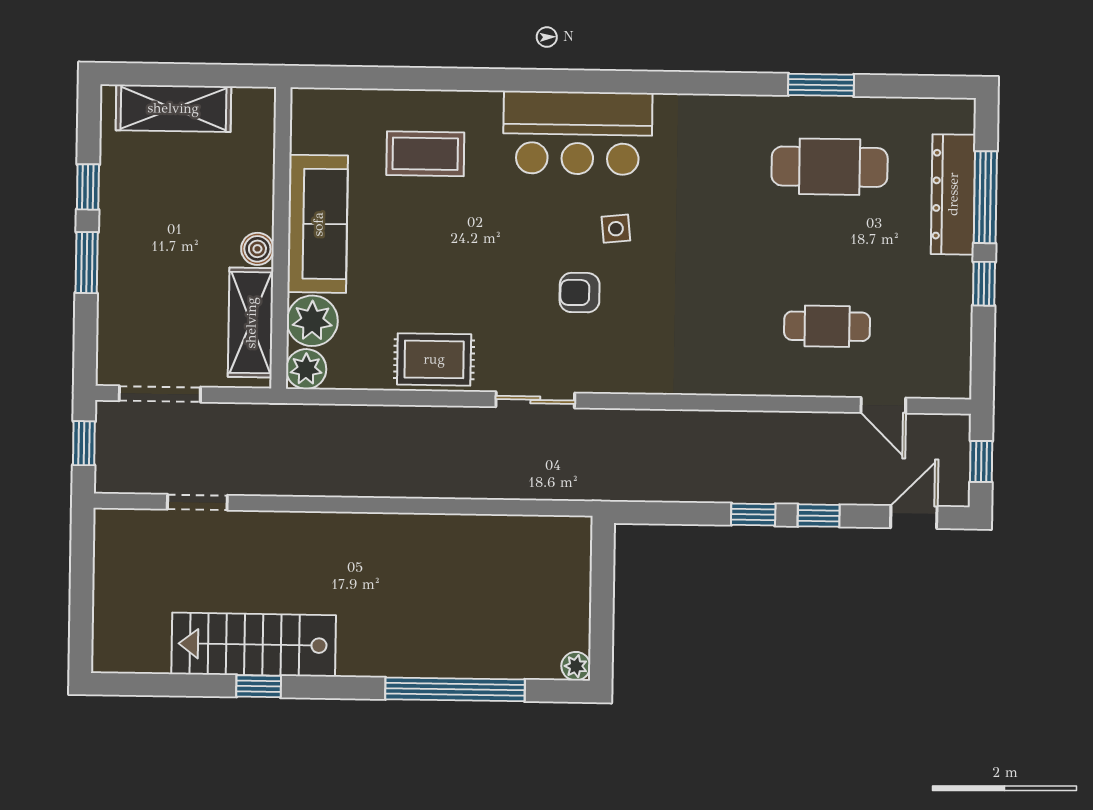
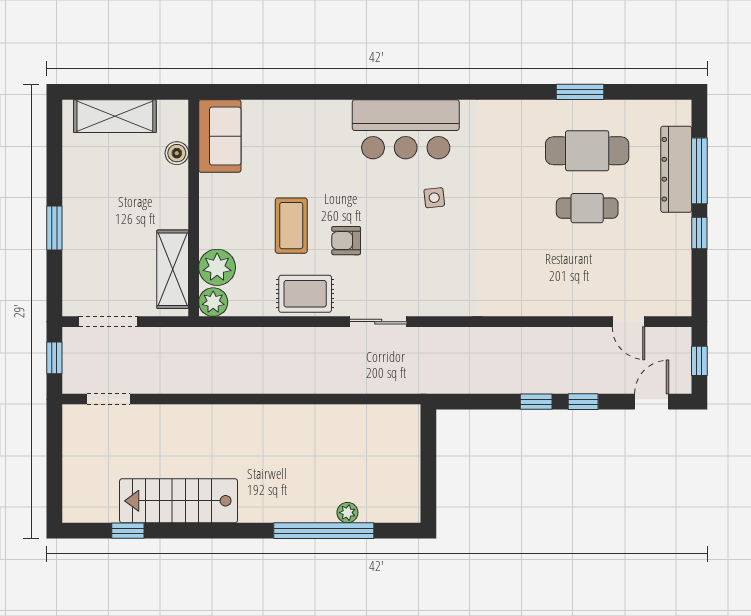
coffee table: (425, 154) -> (291, 226), moved, turned 90
window: (88, 187) -> (54, 174), removed
sofa: (318, 224) -> (220, 136), moved, width x0.73
boiler: (257, 249) -> (177, 153), moved
armchair: (580, 293) -> (346, 241), moved
cafe table: (827, 326) -> (587, 208), moved
doorway: (197, 502) -> (108, 399), moved
plant: (576, 666) -> (347, 513), moved
window: (259, 686) -> (128, 531), moved

